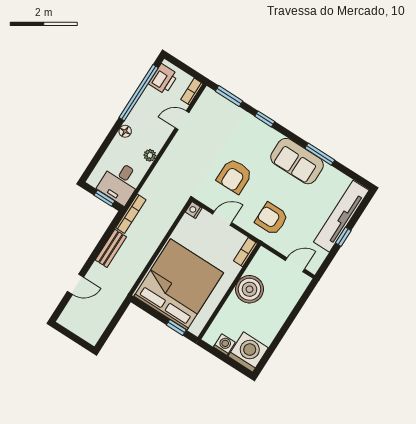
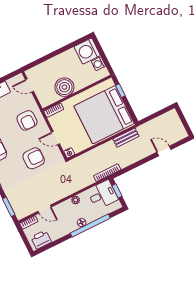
window: (139, 93) -> (90, 226), moved
bench: (111, 248) -> (126, 138), moved

